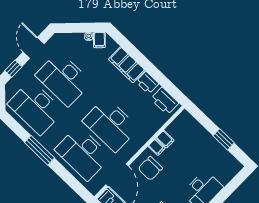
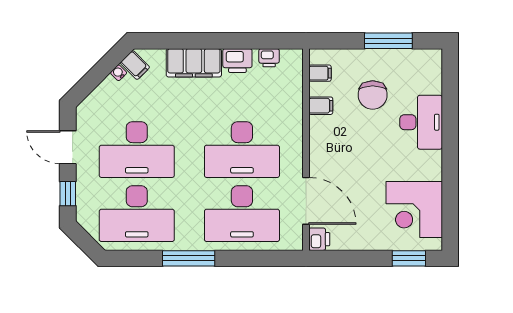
printer: (165, 101) -> (269, 58), width x0.53, depth x0.68
window: (224, 139) -> (388, 41), width x1.44
filing cabinet: (157, 147) -> (320, 73), moved
chair: (150, 168) -> (373, 95), moved

